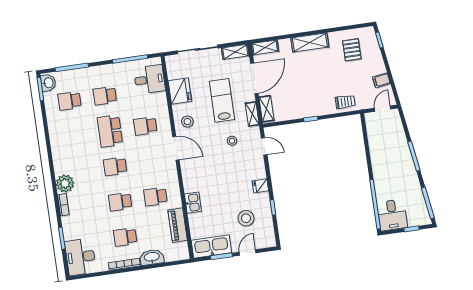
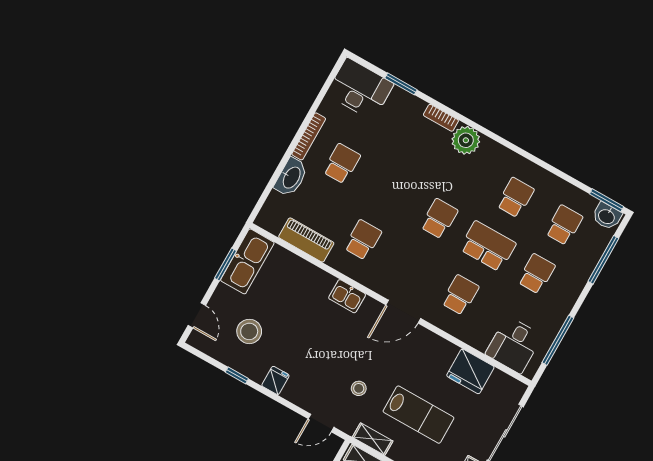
stool: (187, 122) -> (425, 351), removed
school desk: (120, 202) -> (515, 198), moved
kitchen sink: (193, 203) -> (347, 296), moved
door: (248, 252) -> (197, 315), moved

